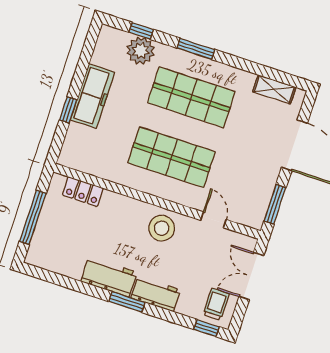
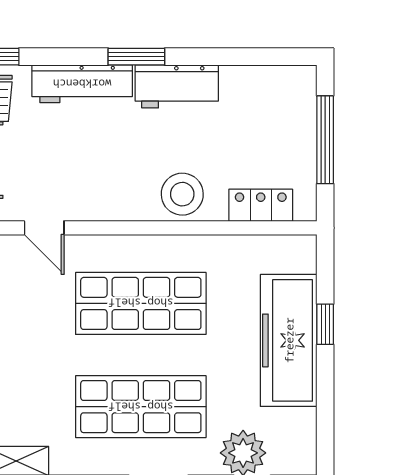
freezer: (92, 96) -> (289, 340), width x1.36, depth x1.26
stool: (162, 228) -> (182, 194), moved
workbench: (156, 294) -> (82, 84), width x1.38

